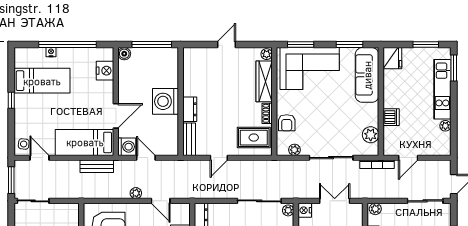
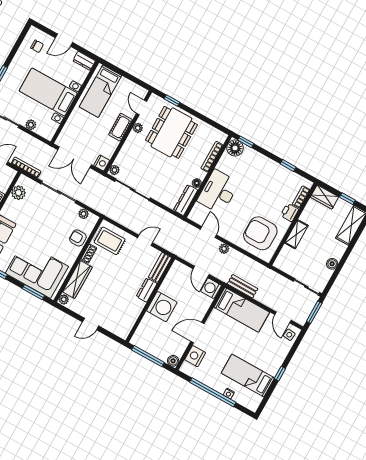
door: (116, 116) -> (197, 333), moved
armchair: (287, 123) -> (78, 238), turned -90
double door: (335, 201) -> (75, 157), width x1.37
plant: (375, 209) -> (31, 125), moved

